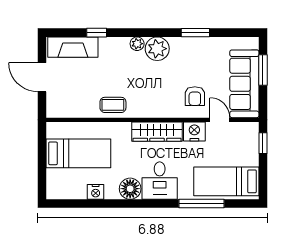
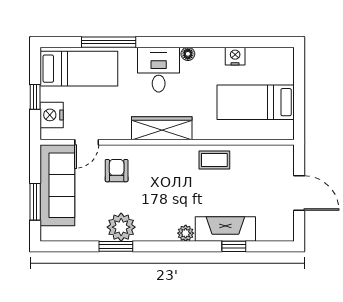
fireplace: (73, 47) -> (225, 229), moved
plant: (157, 49) -> (121, 227), moved
door: (220, 120) -> (87, 142), hinge flipped
nightstand: (194, 131) -> (52, 115), moved, turned 90
window: (263, 143) -> (35, 97), moved
floor lamp: (130, 189) -> (188, 54), width x0.53, depth x0.53

